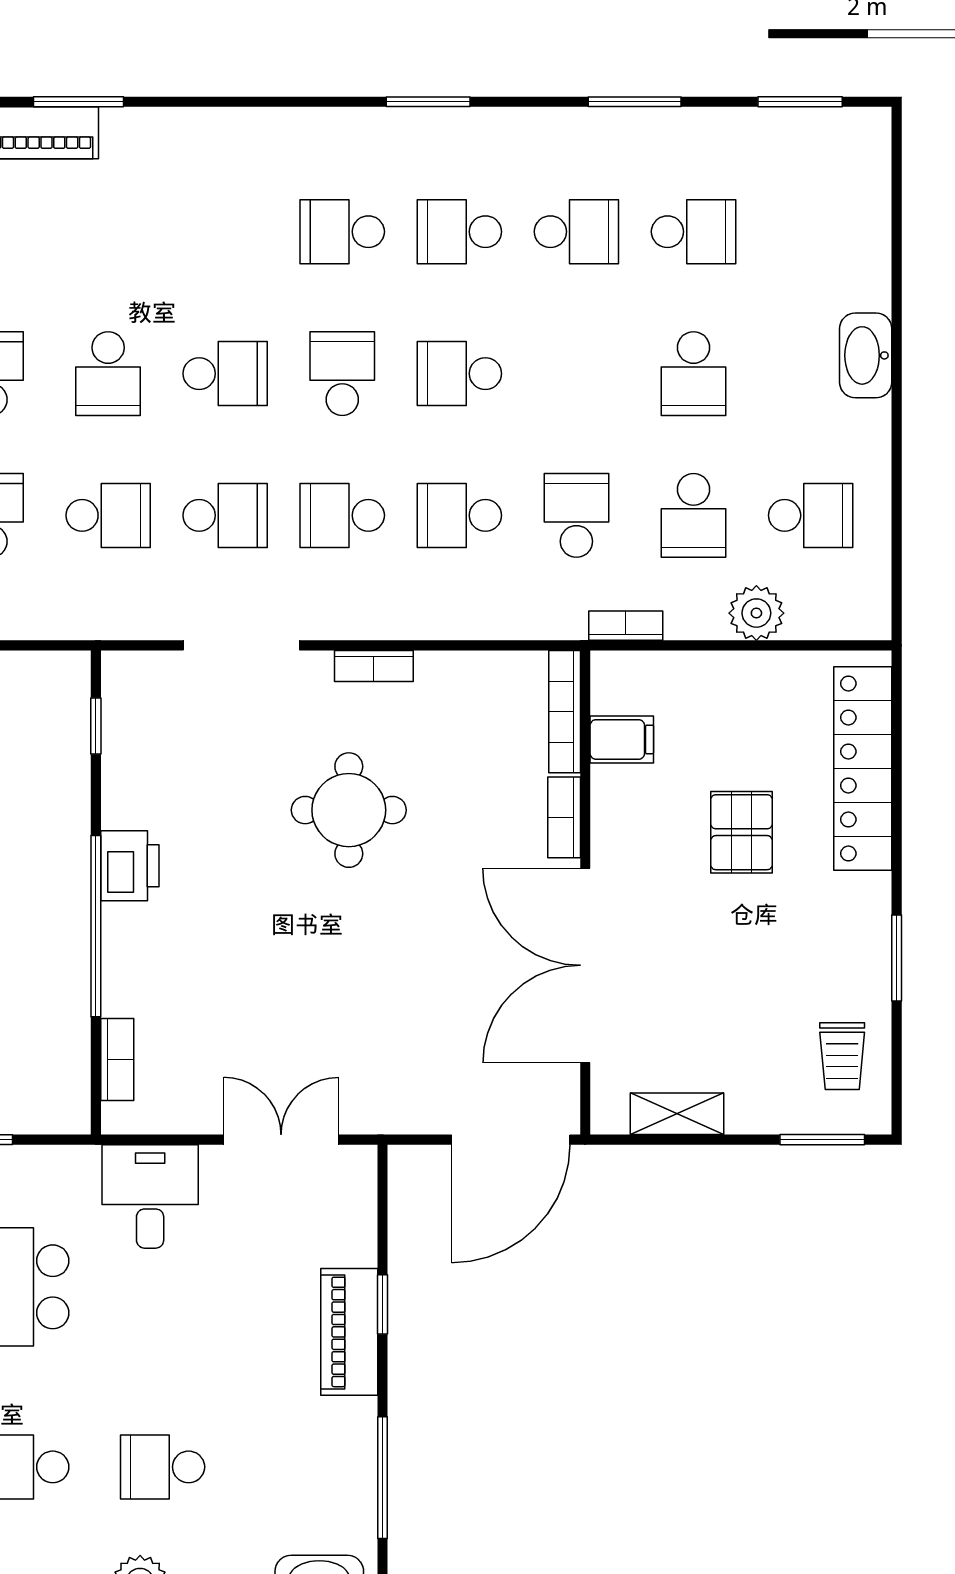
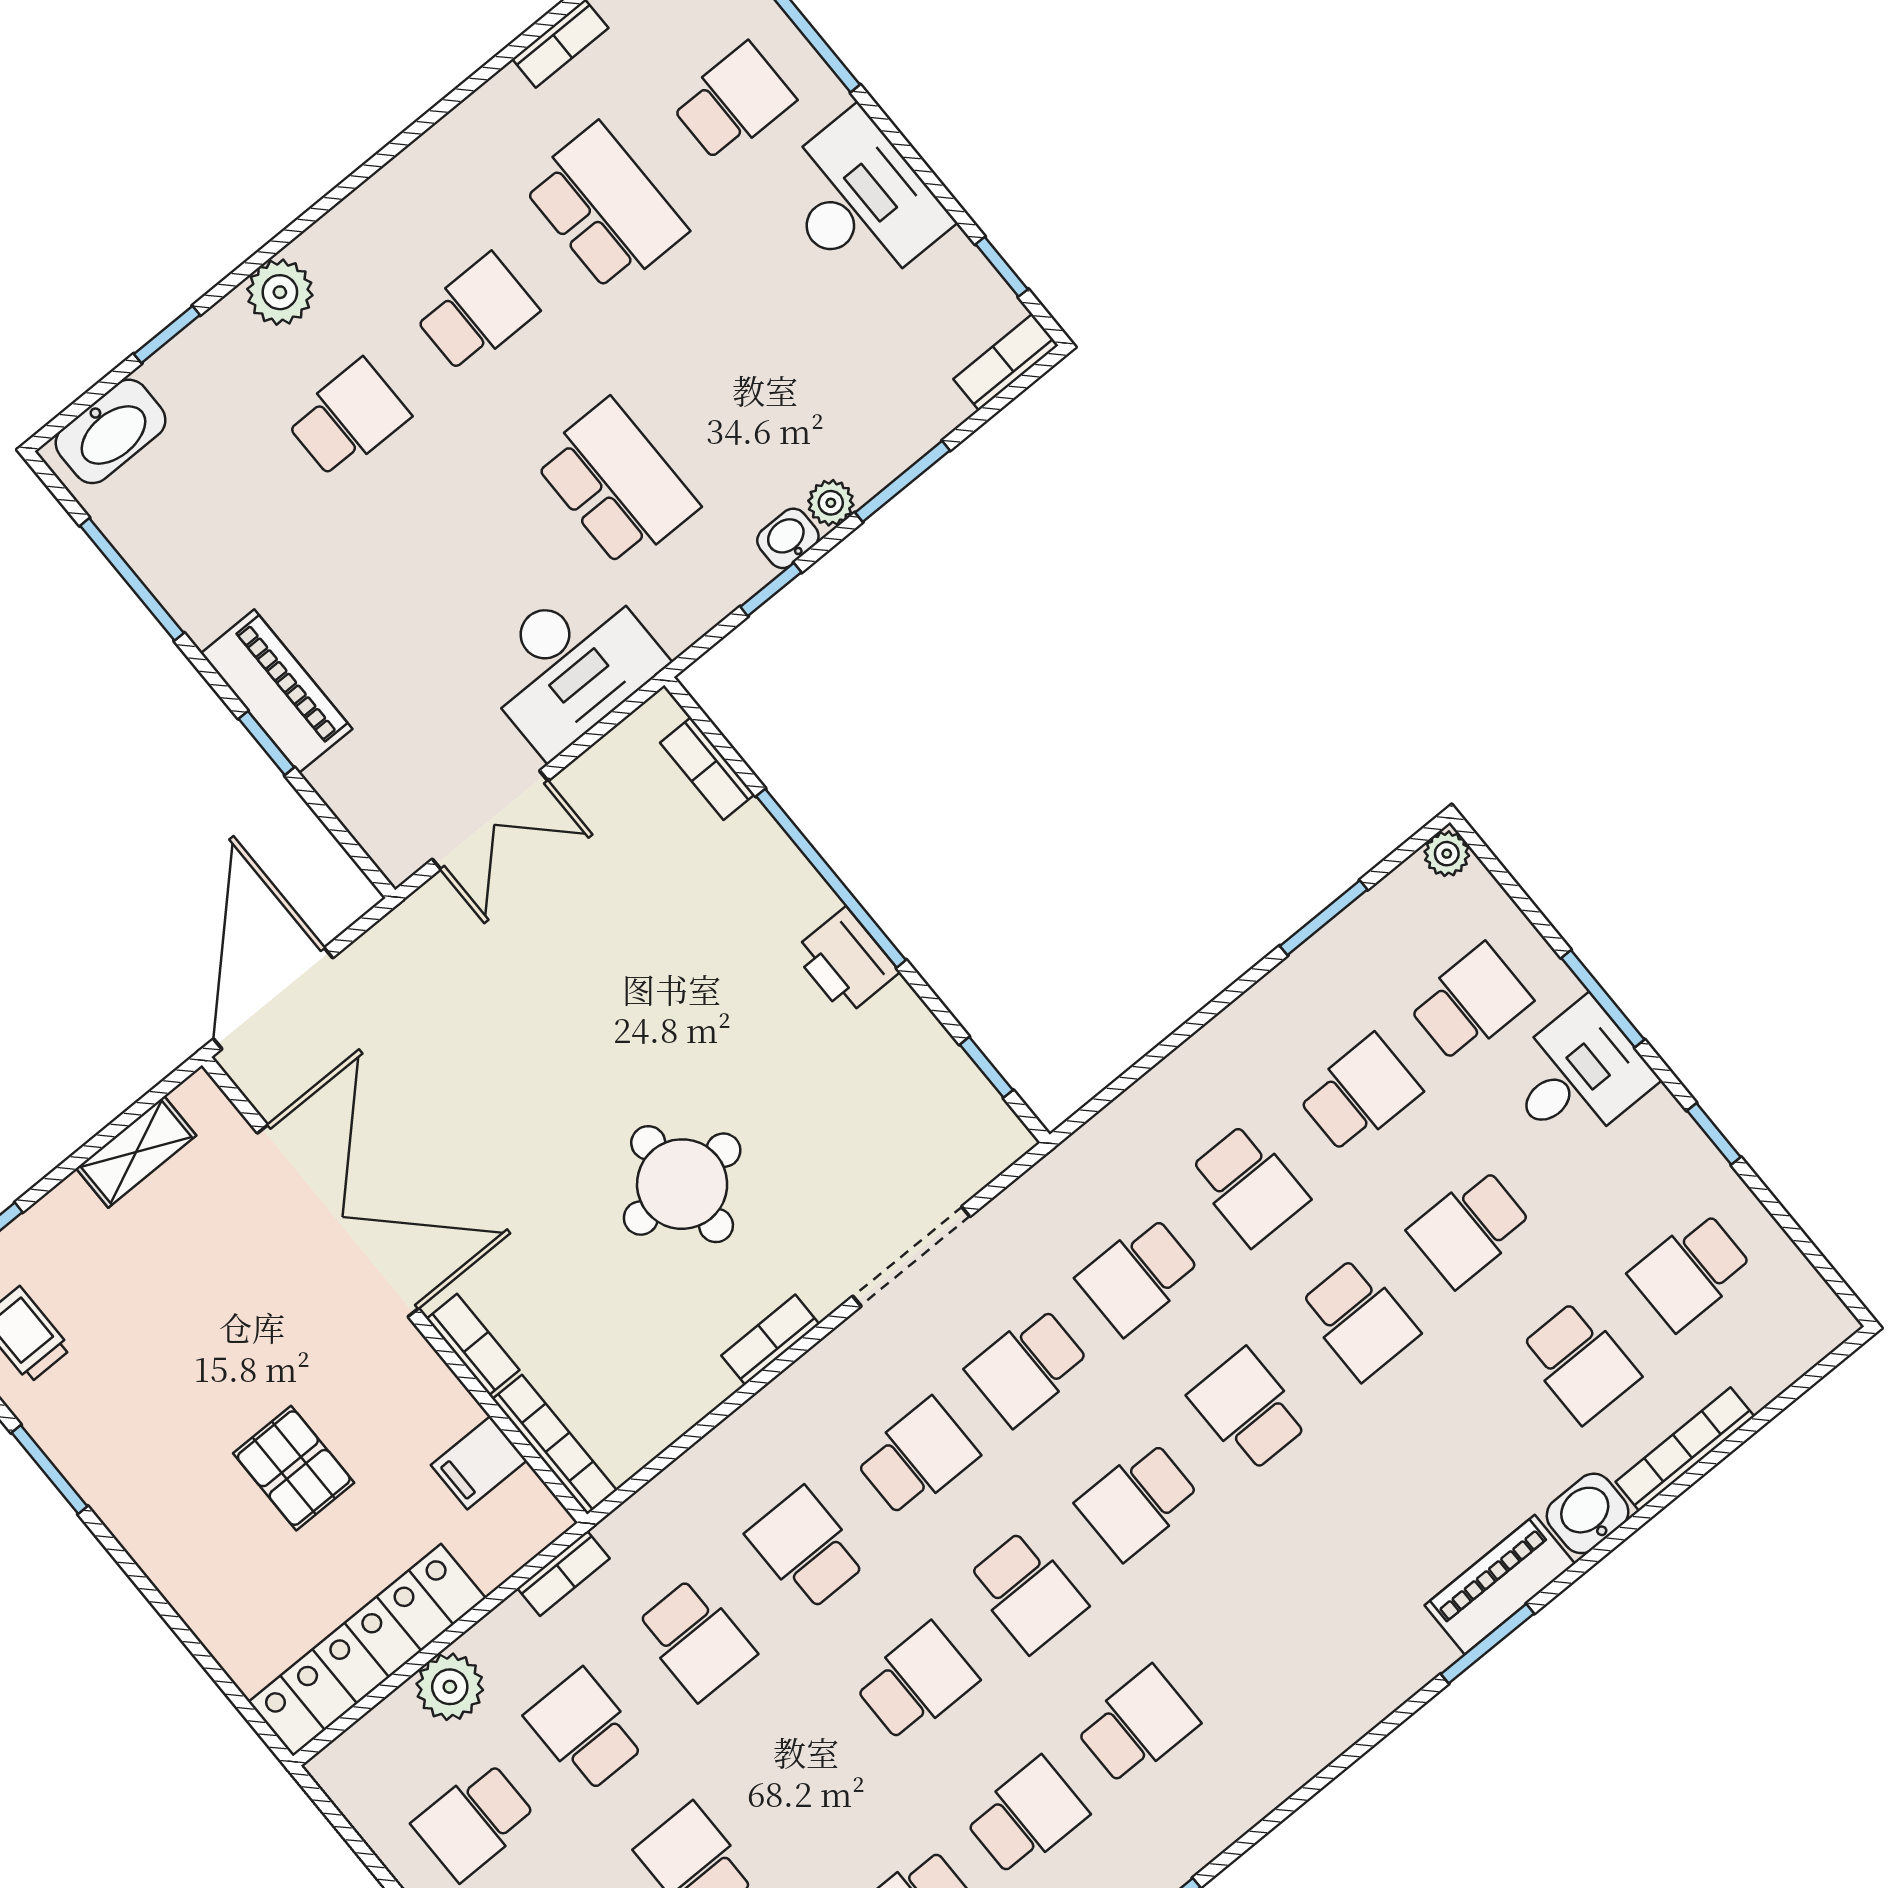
school desk: (459, 515) -> (806, 1548), turned -90
locker: (863, 769) -> (367, 1650), moved, turned -90
desk: (150, 1196) -> (570, 665), width x1.37

